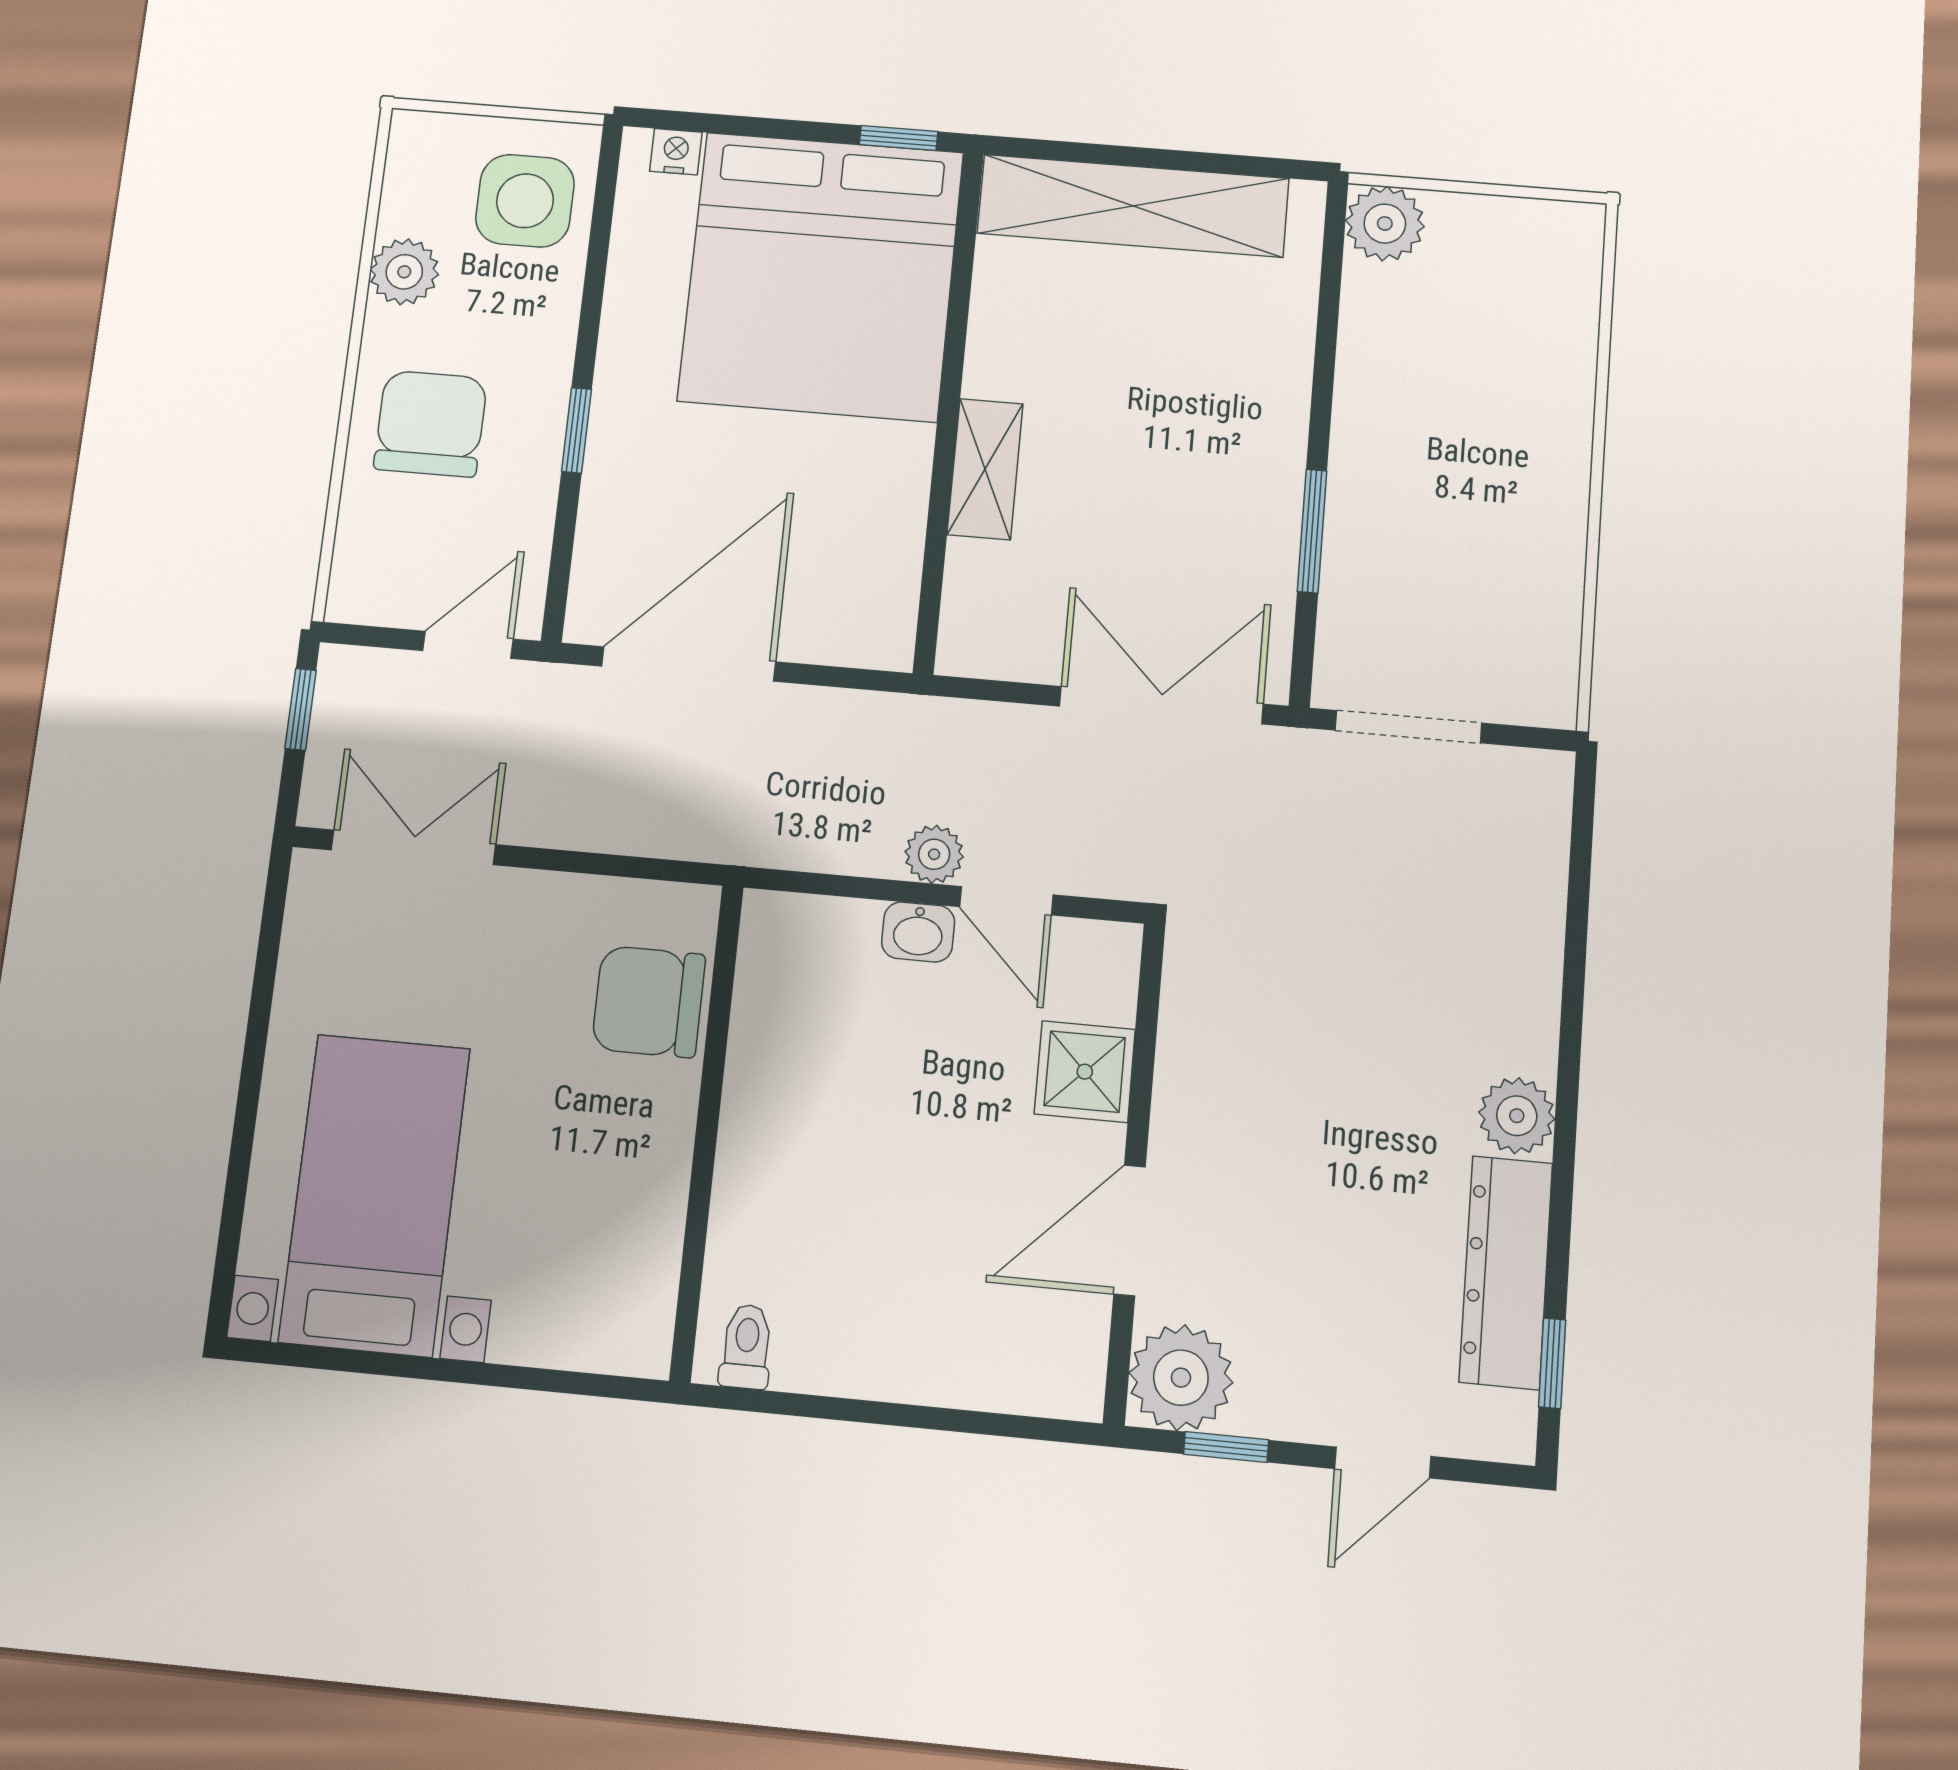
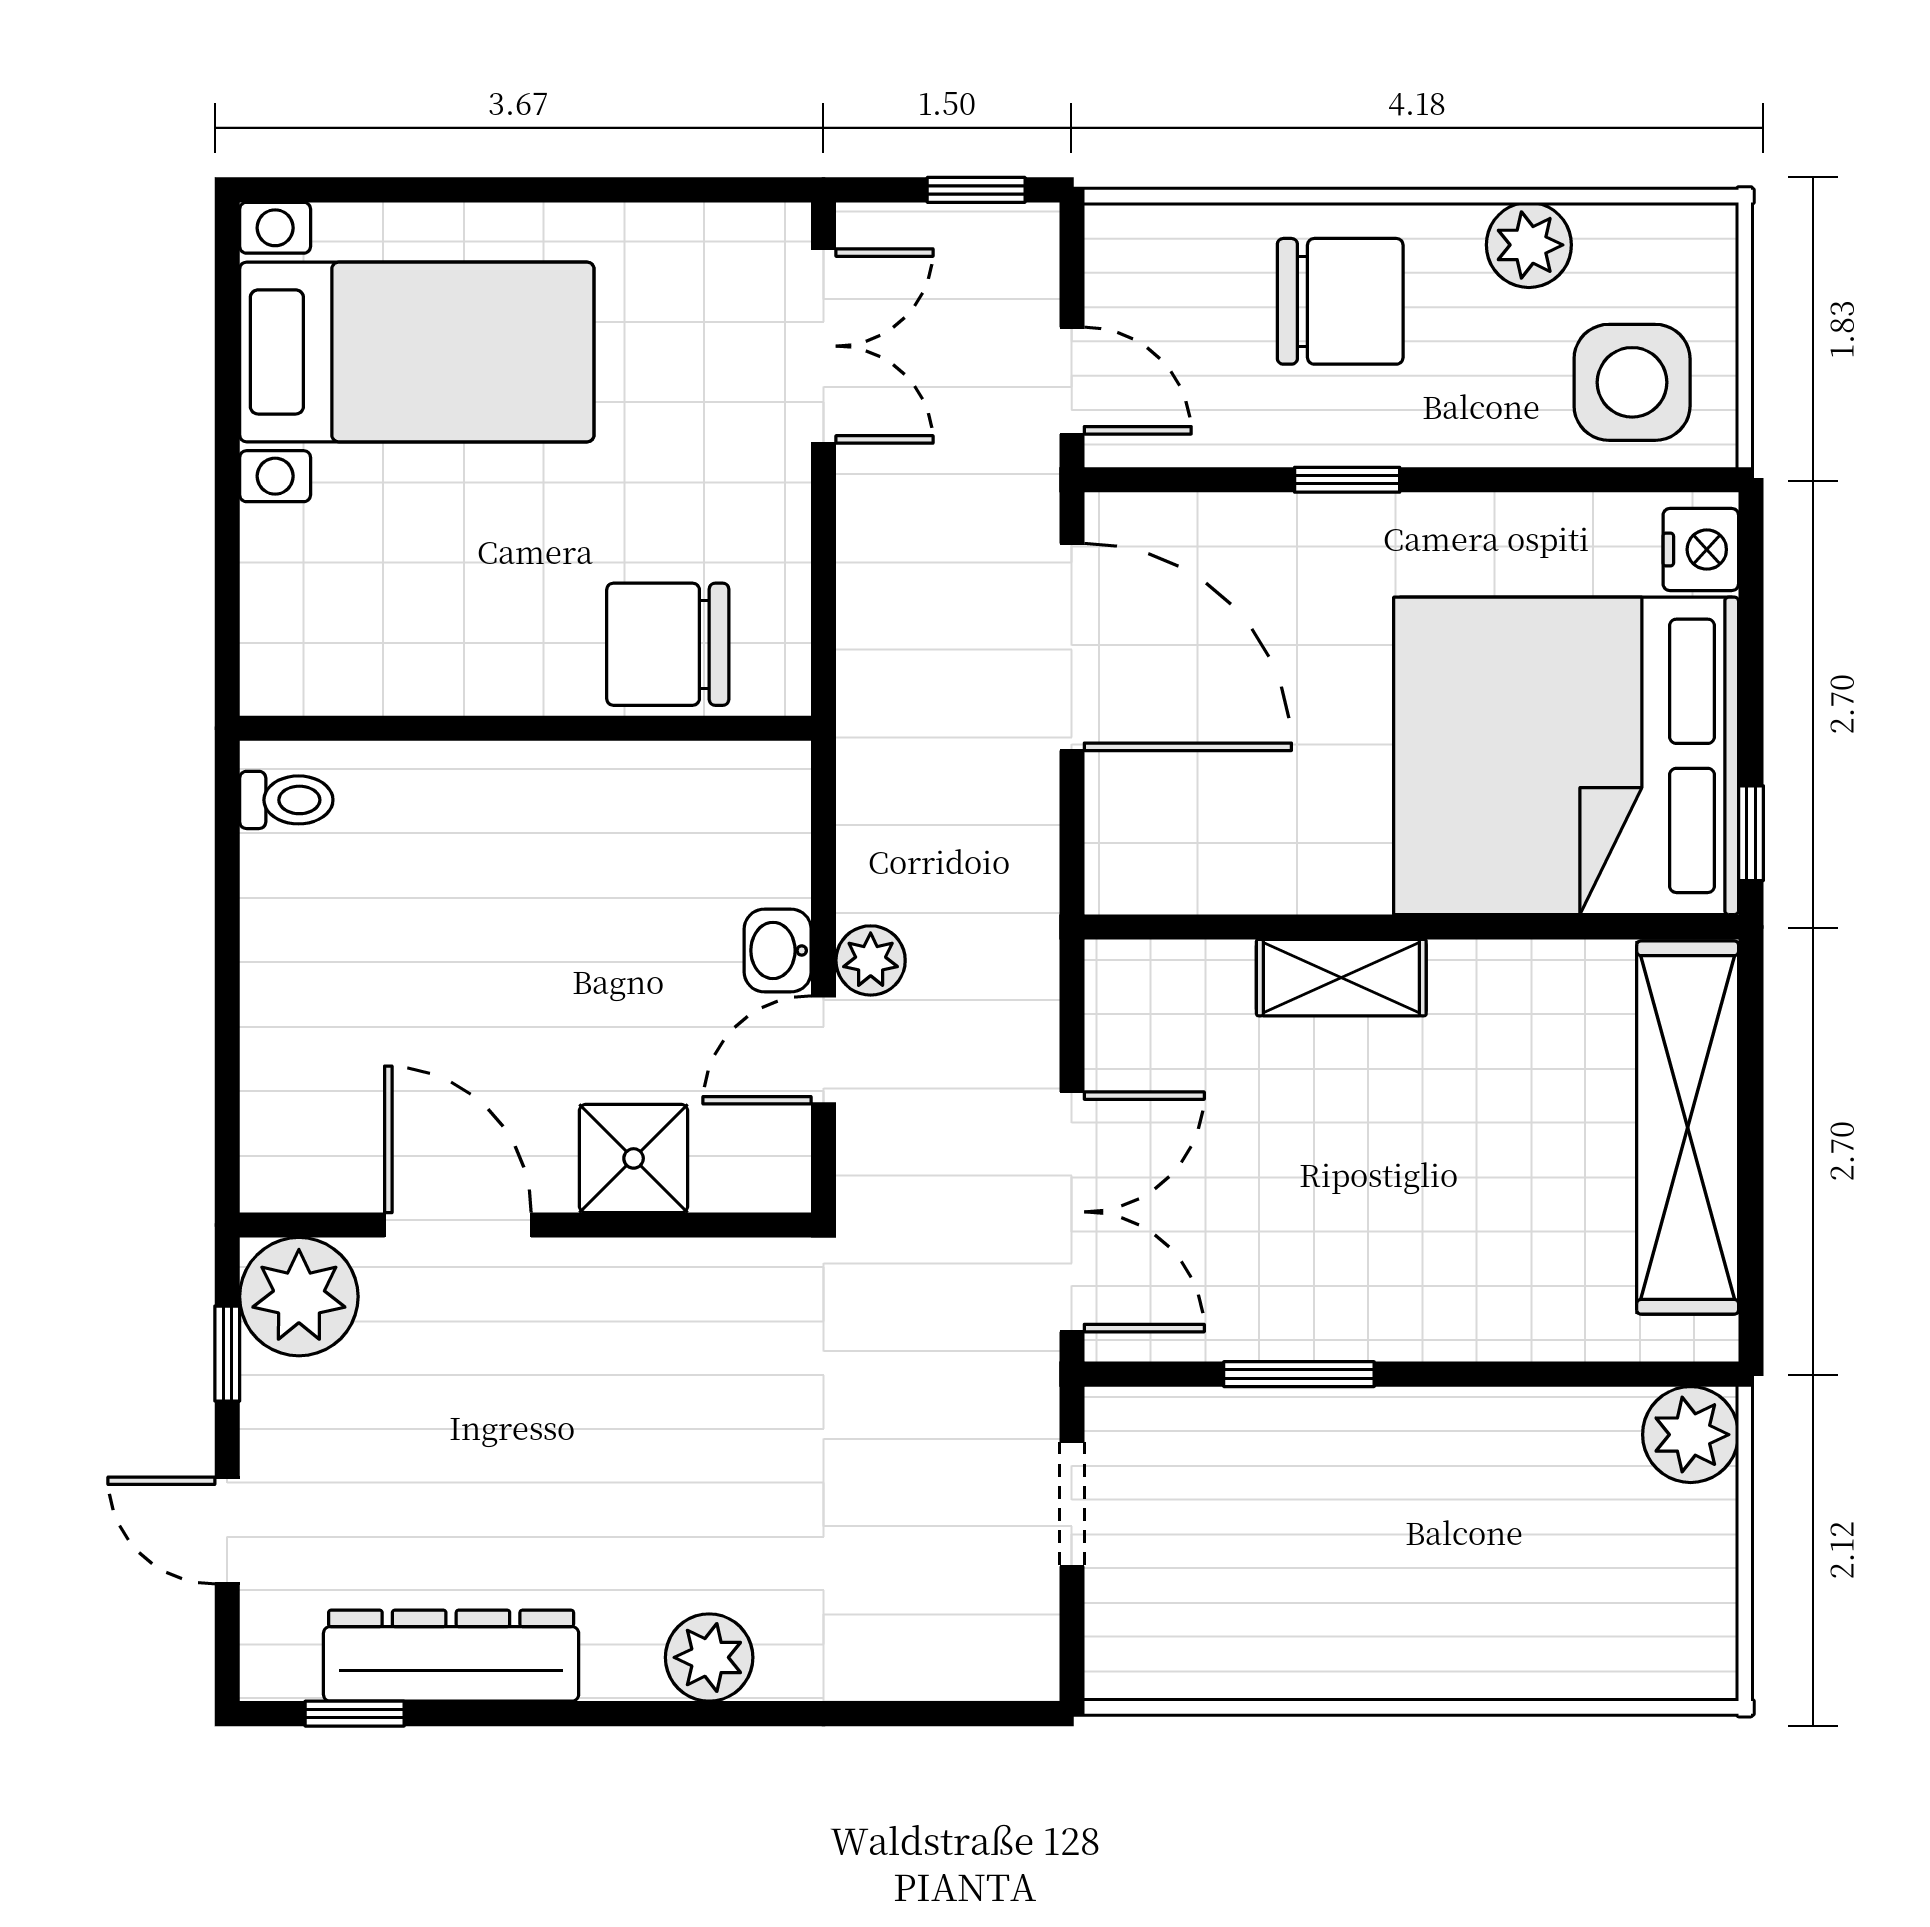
nightstand: (676, 152) -> (1701, 550), width x1.39, depth x1.35
doorway: (1409, 727) -> (1072, 1504), width x0.73
chair: (649, 1002) -> (668, 644), turned -90
plant: (1517, 1116) -> (709, 1657), moved

